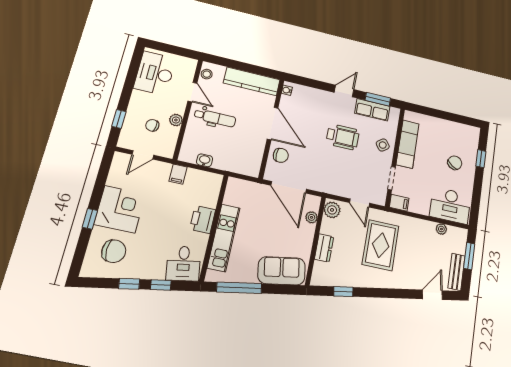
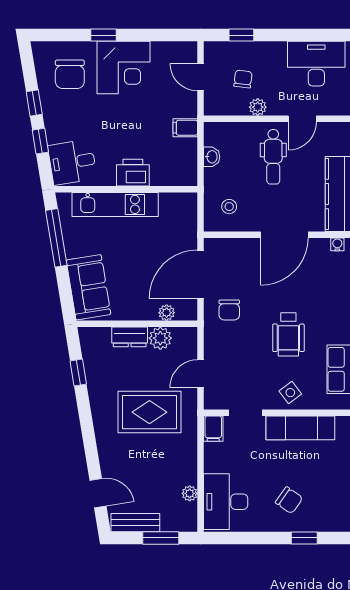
stool: (207, 74) -> (229, 207), moved
chair: (281, 155) -> (229, 310), moved
plant: (332, 210) -> (160, 338), moved

